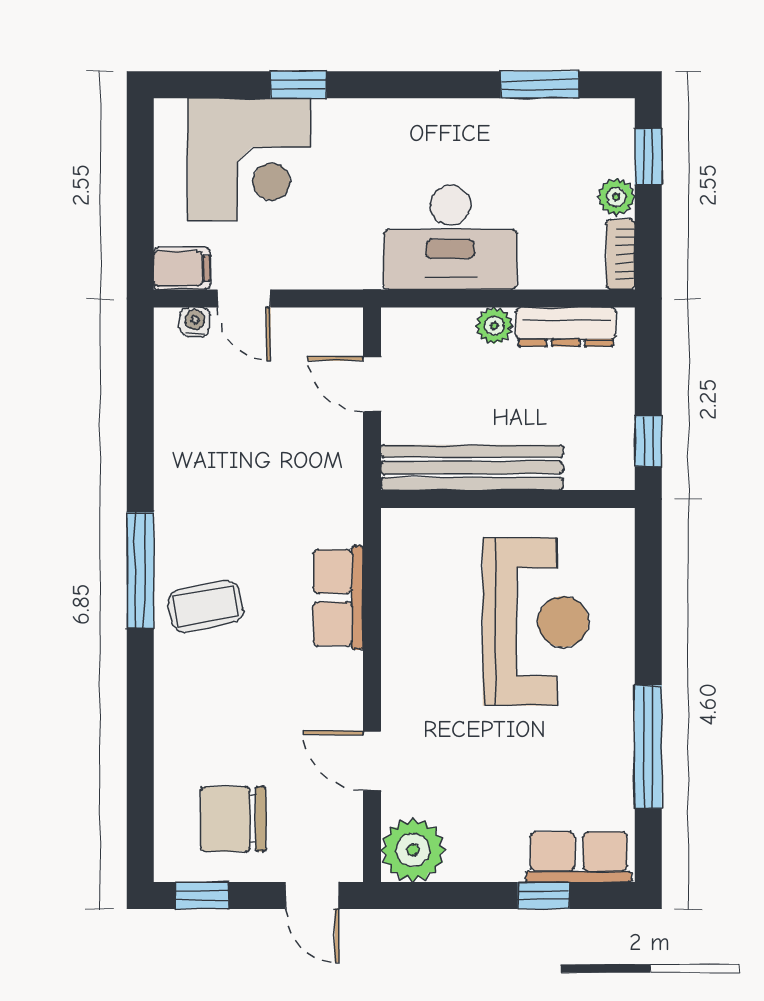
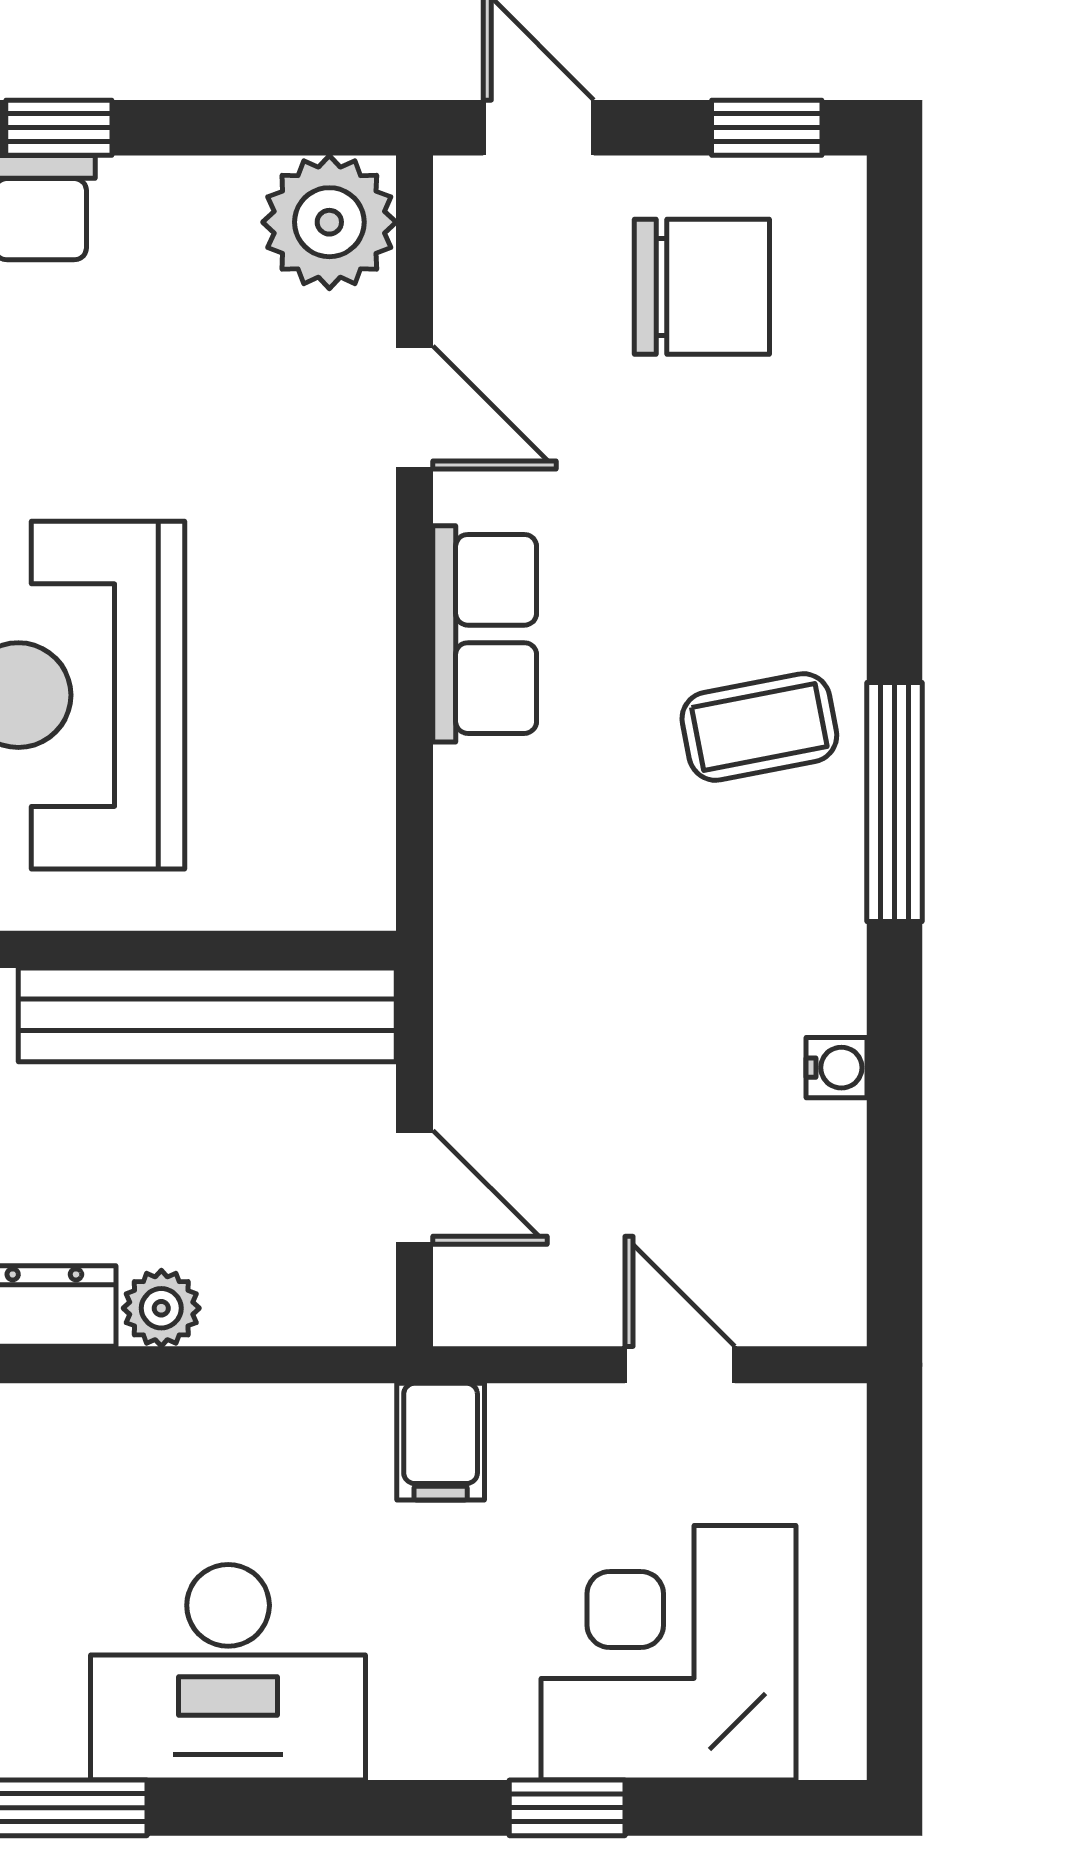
desk: (450, 238) -> (228, 1672), moved, turned 180
filing cabinet: (182, 268) -> (441, 1442), moved, turned -90
water cooler: (195, 322) -> (837, 1068), moved, turned -90
row of seats: (338, 598) -> (485, 634), moved

